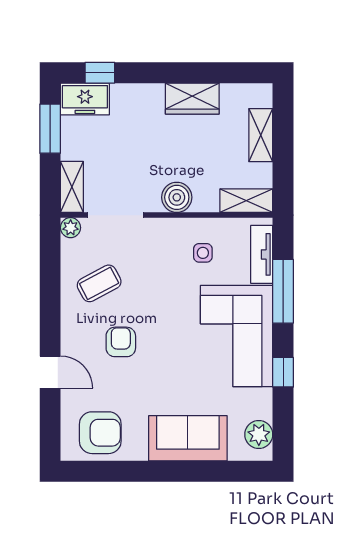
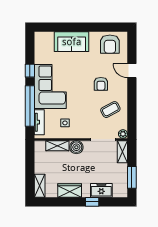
window: (100, 73) -> (92, 202), moved
freezer: (85, 99) -> (101, 190), moved
shelving: (261, 135) -> (40, 186), moved
shelving: (246, 201) -> (57, 146), moved
window: (283, 291) -> (30, 106), width x1.46
armchair: (100, 433) -> (110, 44), turned -90
plant: (259, 434) -> (40, 43), removed

